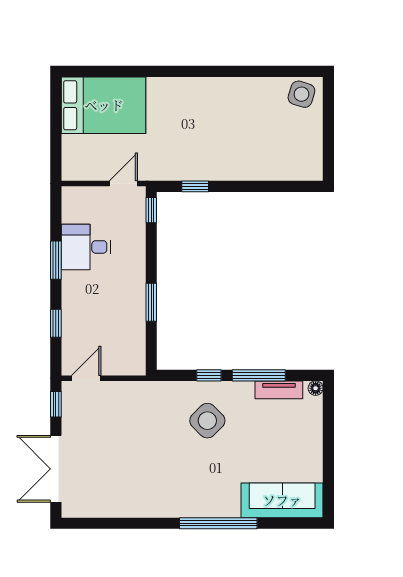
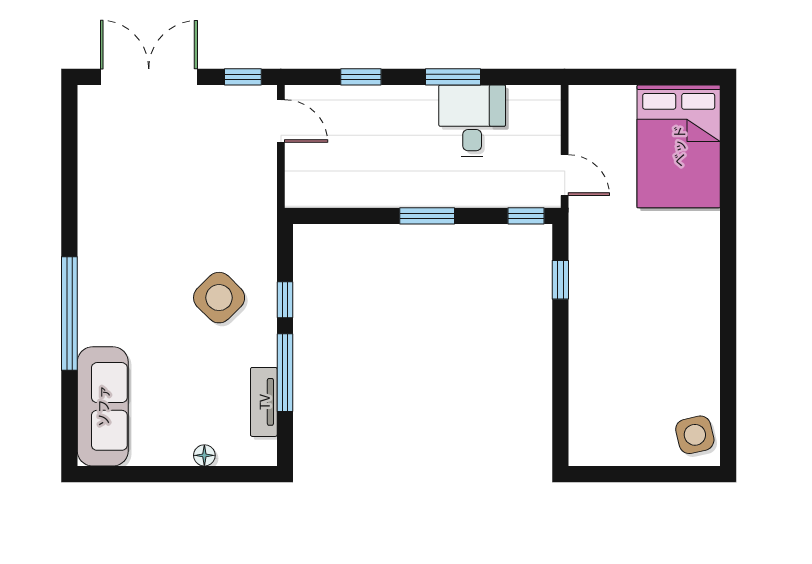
side table: (301, 94) -> (695, 435), turned -30
window: (151, 302) -> (427, 216), moved
floor lamp: (316, 388) -> (204, 455), moved

